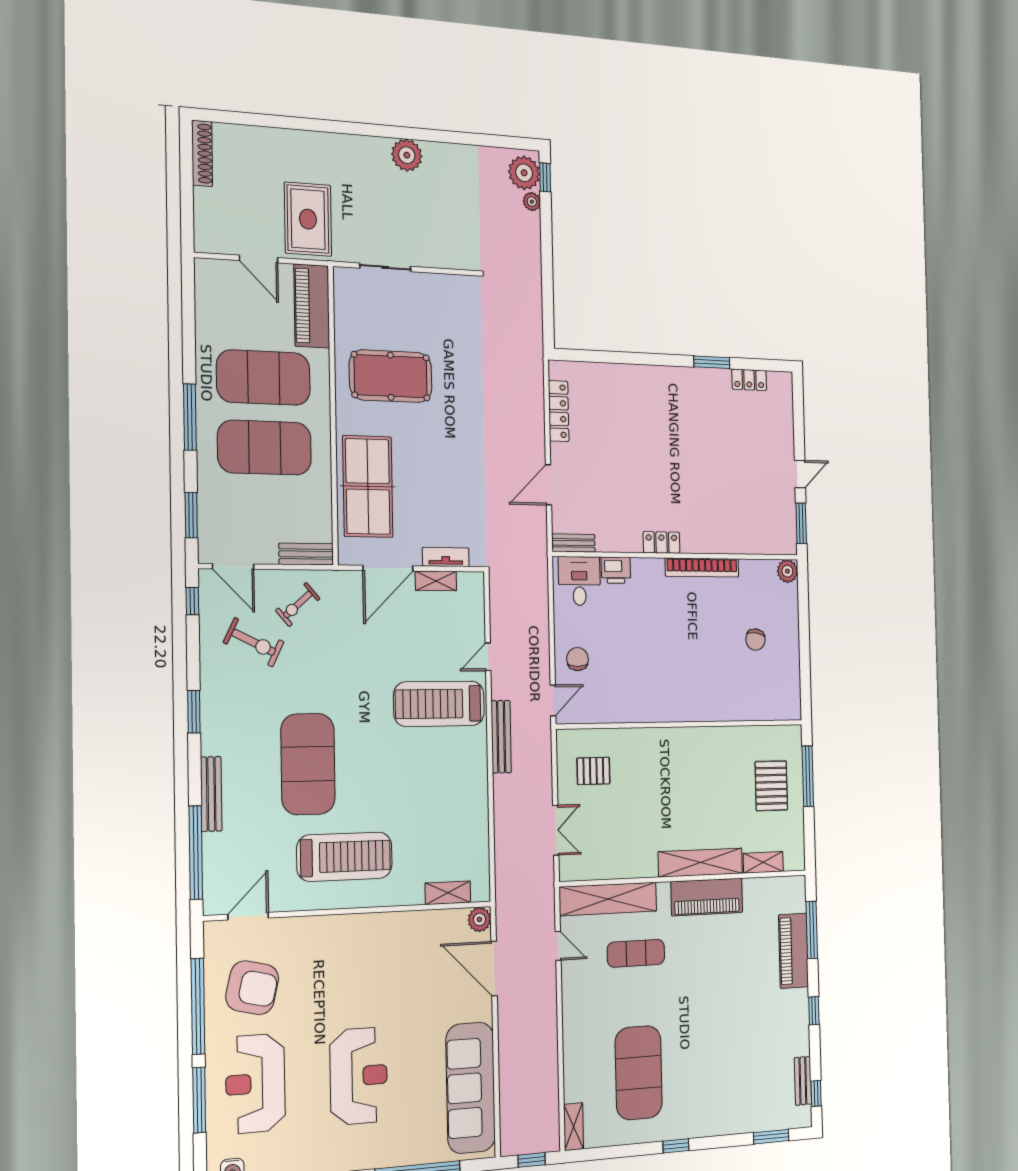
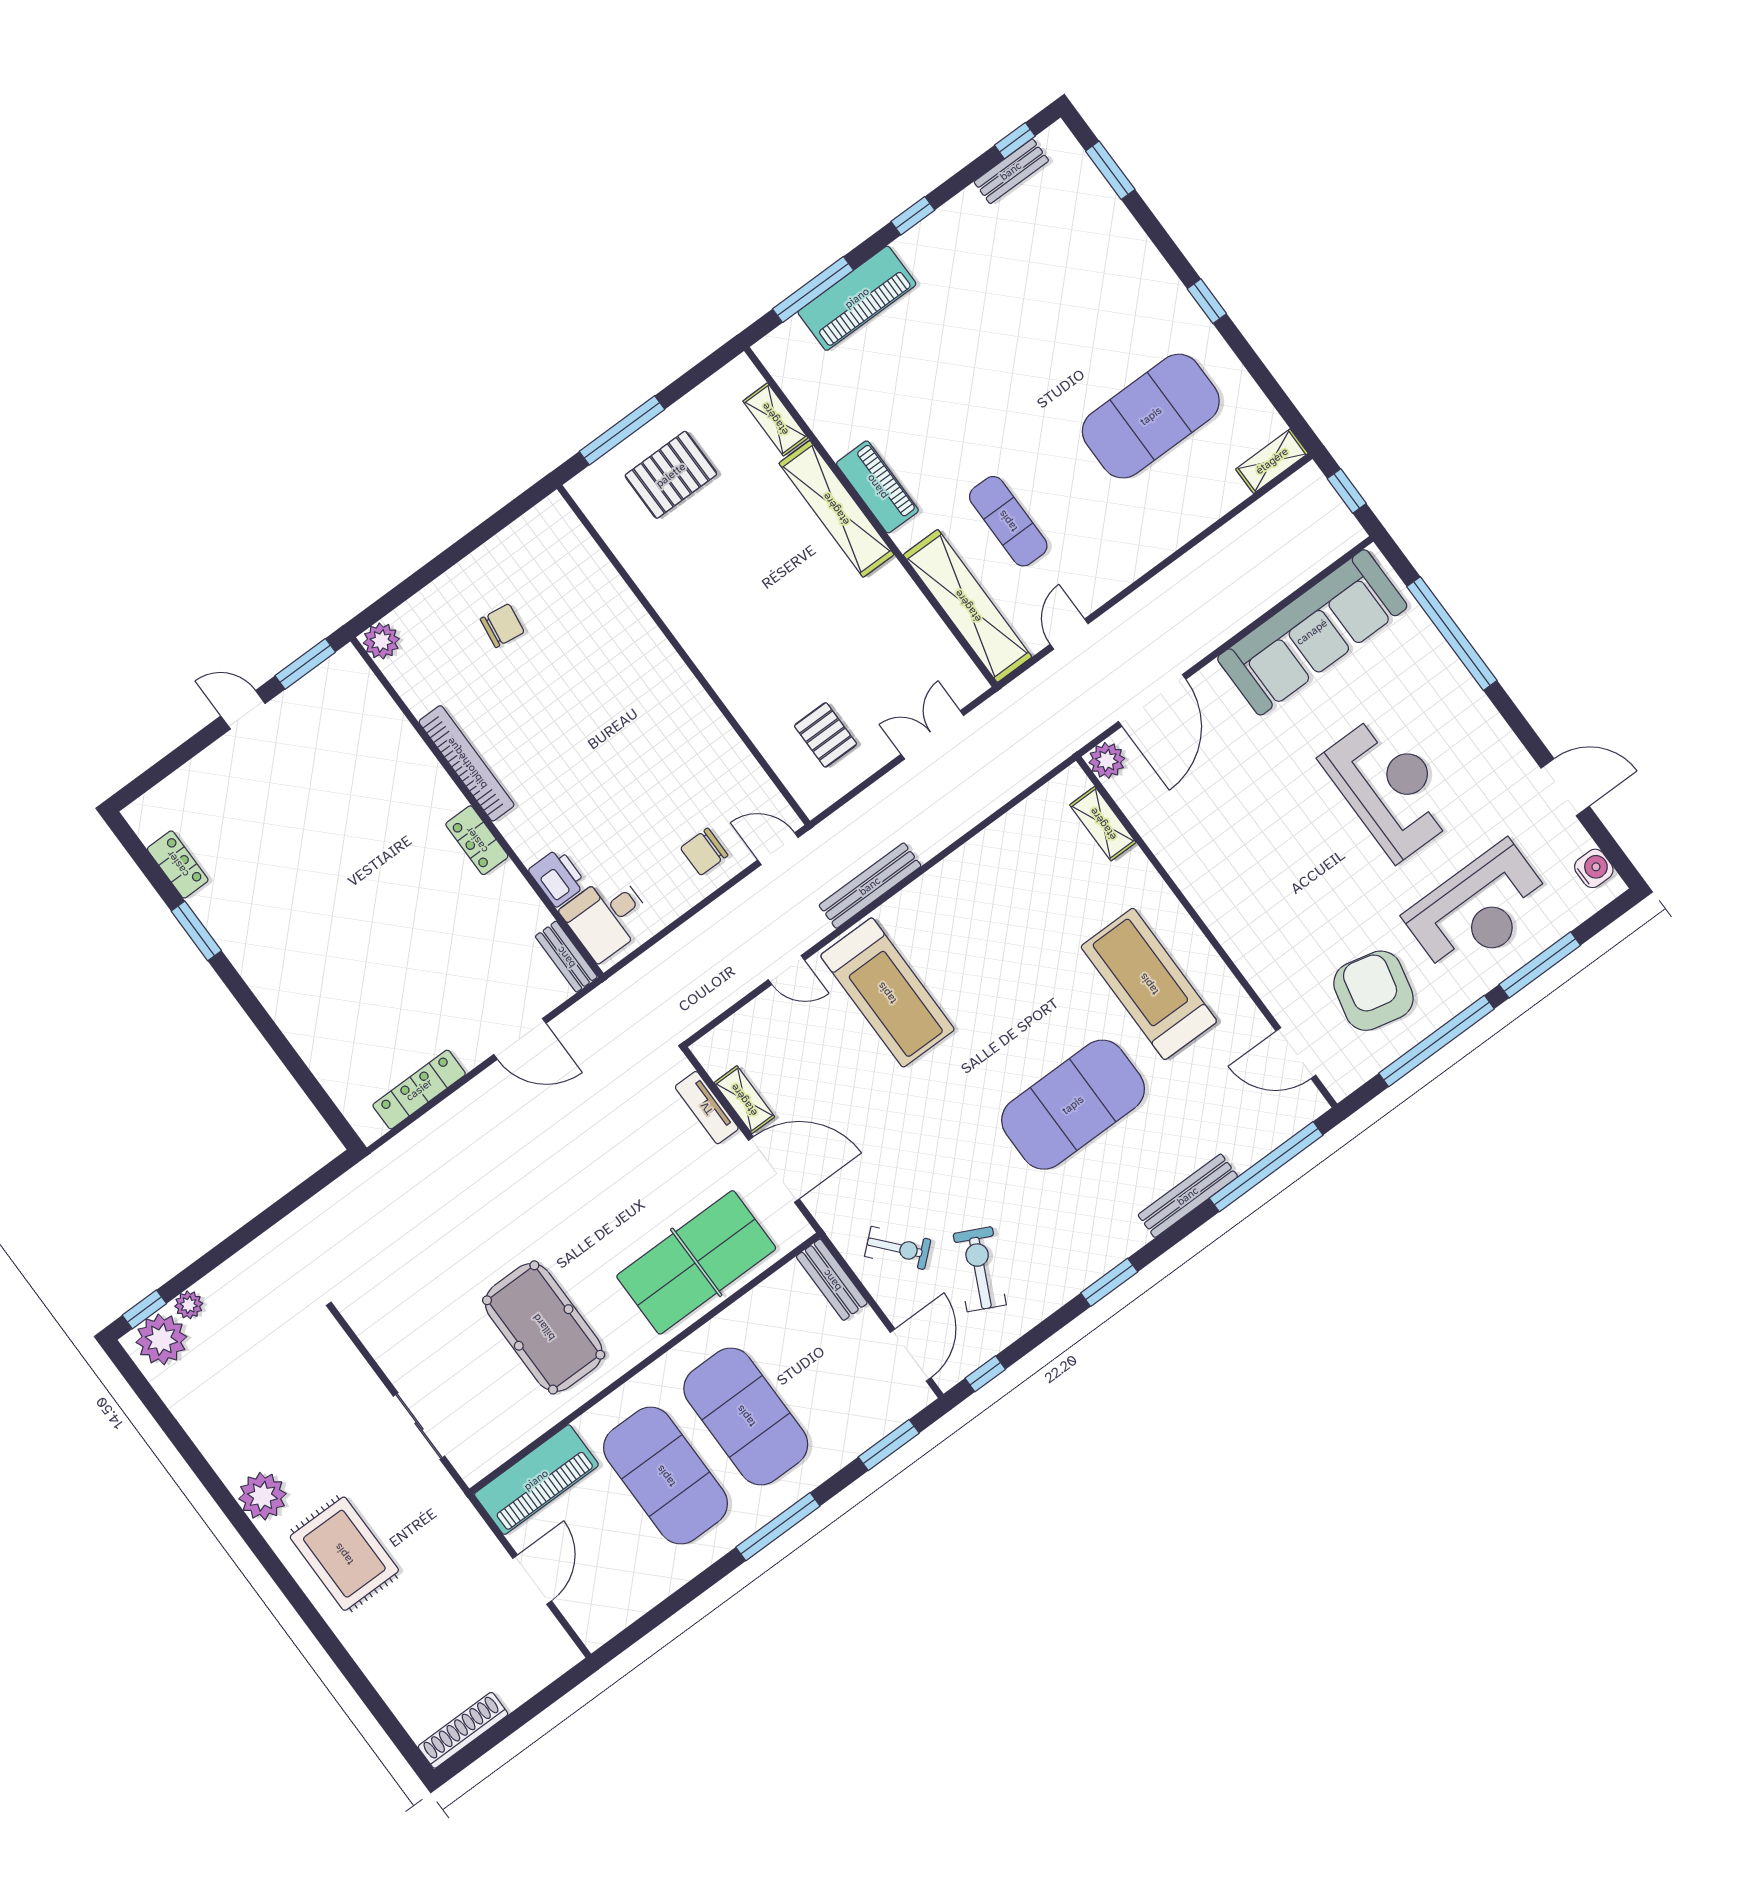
rug: (308, 219) -> (344, 1554), moved, turned 90
piano: (707, 897) -> (877, 487), width x0.73, depth x0.75
reception desk: (359, 1076) -> (1389, 787), turned 90

